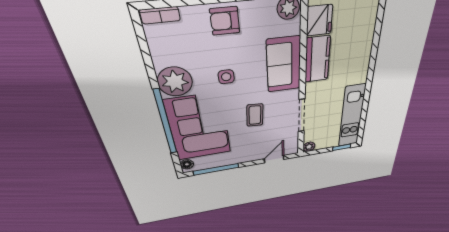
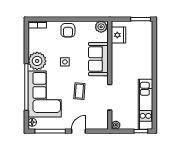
armchair: (225, 21) -> (68, 30), turned -90
kitchen counter: (317, 59) -> (119, 58), removed
door: (274, 159) -> (78, 131), moved

